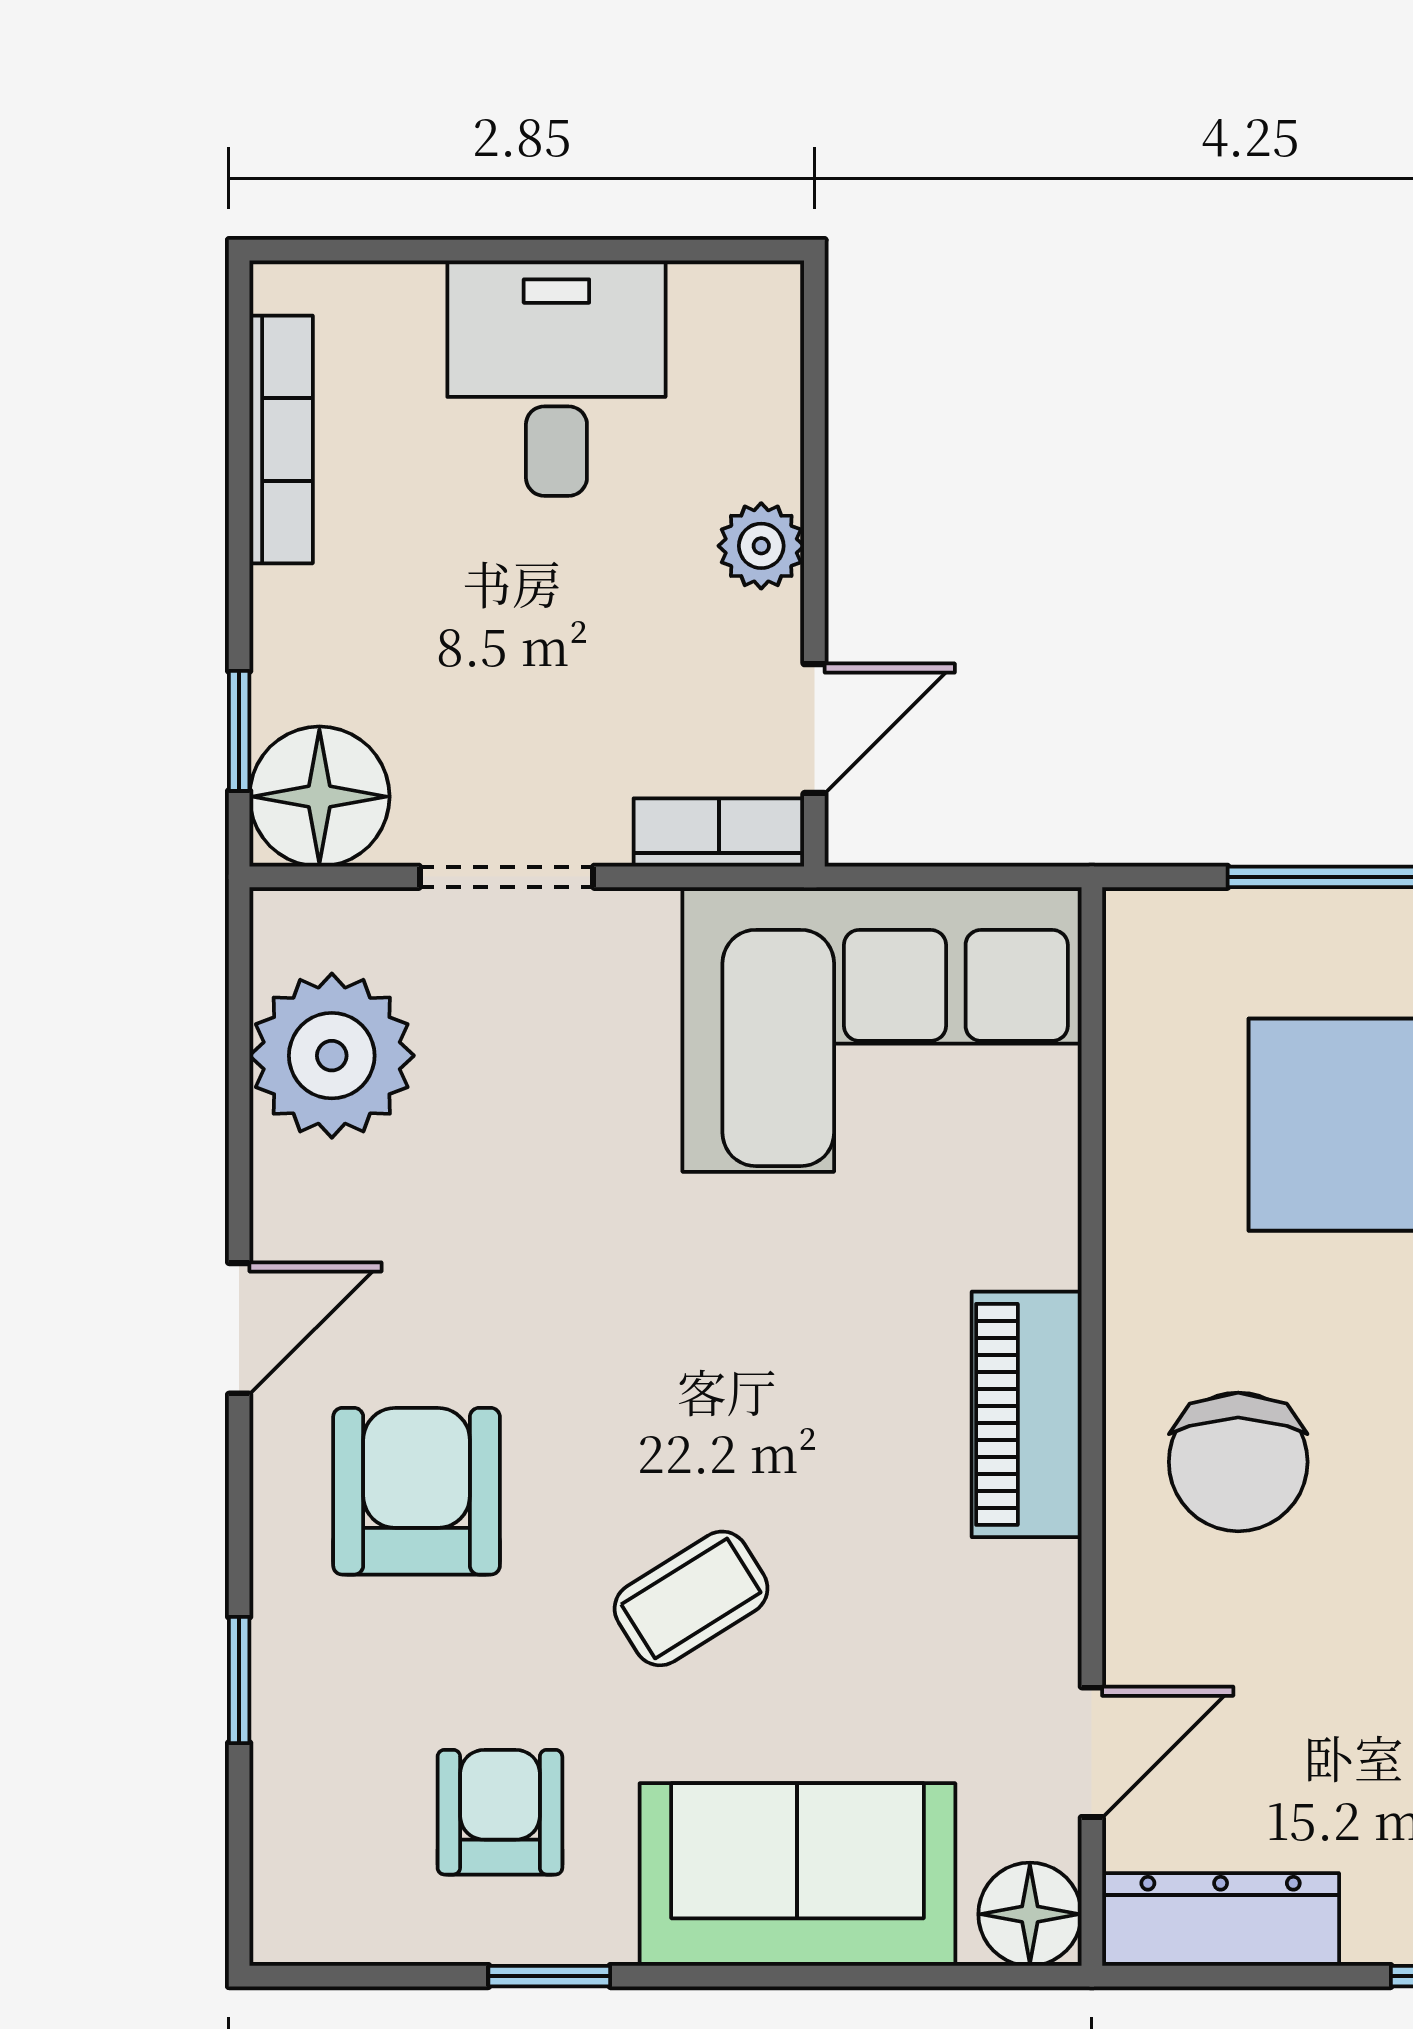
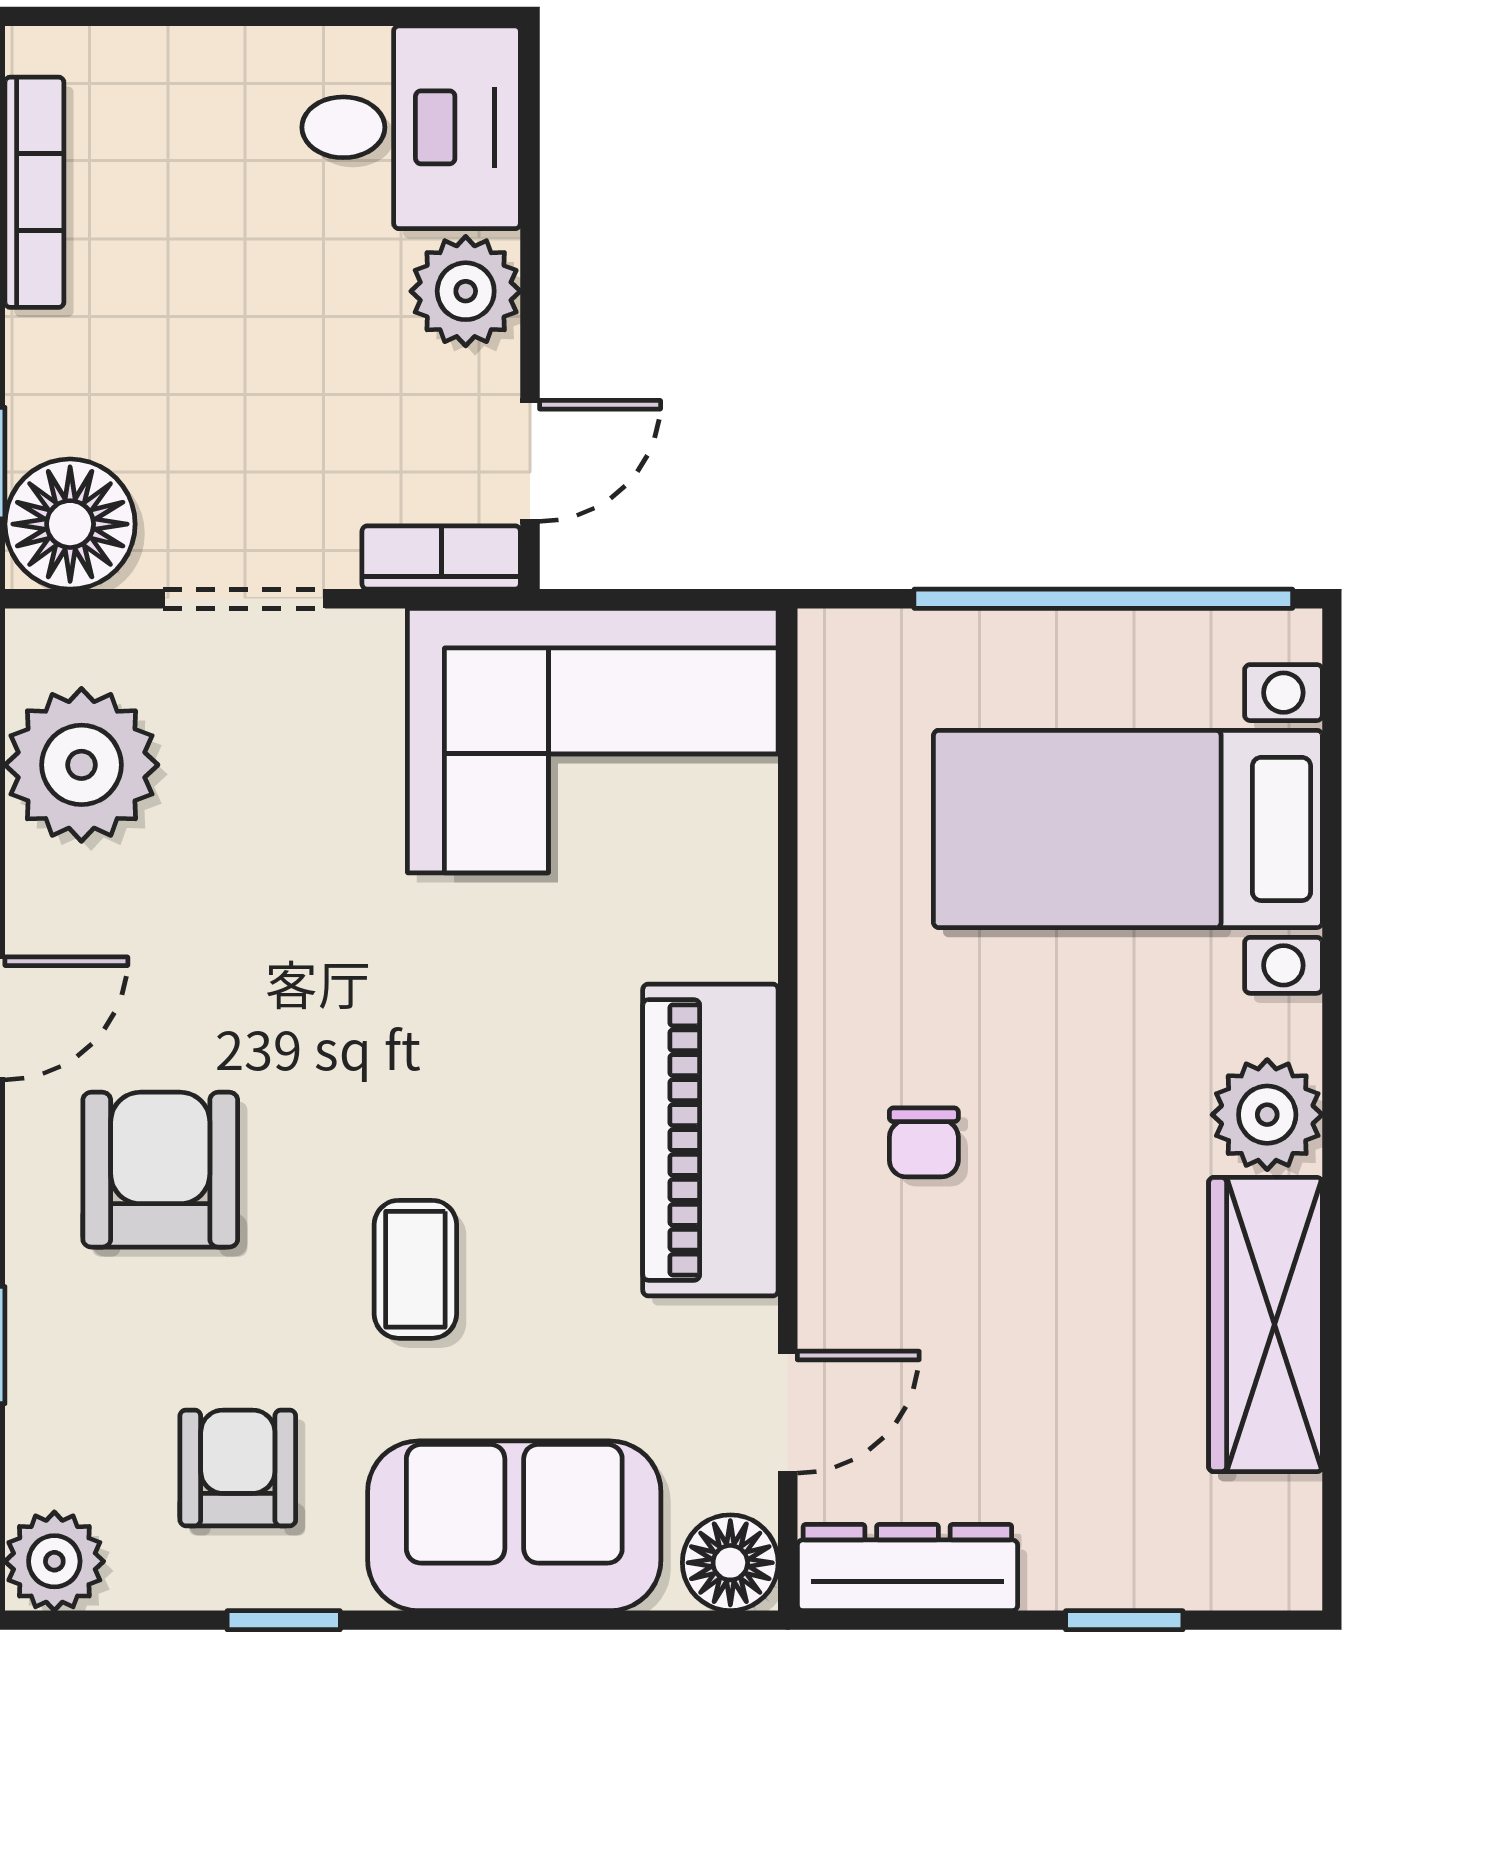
desk: (556, 378) -> (411, 127), moved, turned 90
plant: (761, 546) -> (466, 291), width x1.38, depth x1.38
piano: (1027, 1414) -> (710, 1140), width x1.37, depth x1.33
chair: (1238, 1462) -> (924, 1142), width x0.54, depth x0.54
coffee table: (691, 1598) -> (415, 1269), turned -58
plant: (303, 1913) -> (54, 1561), added

